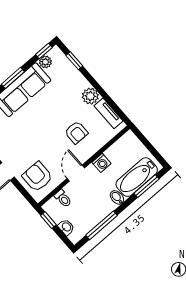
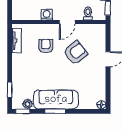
plant: (90, 96) -> (19, 60), removed
armchair: (37, 177) -> (75, 53), moved, turned -128

